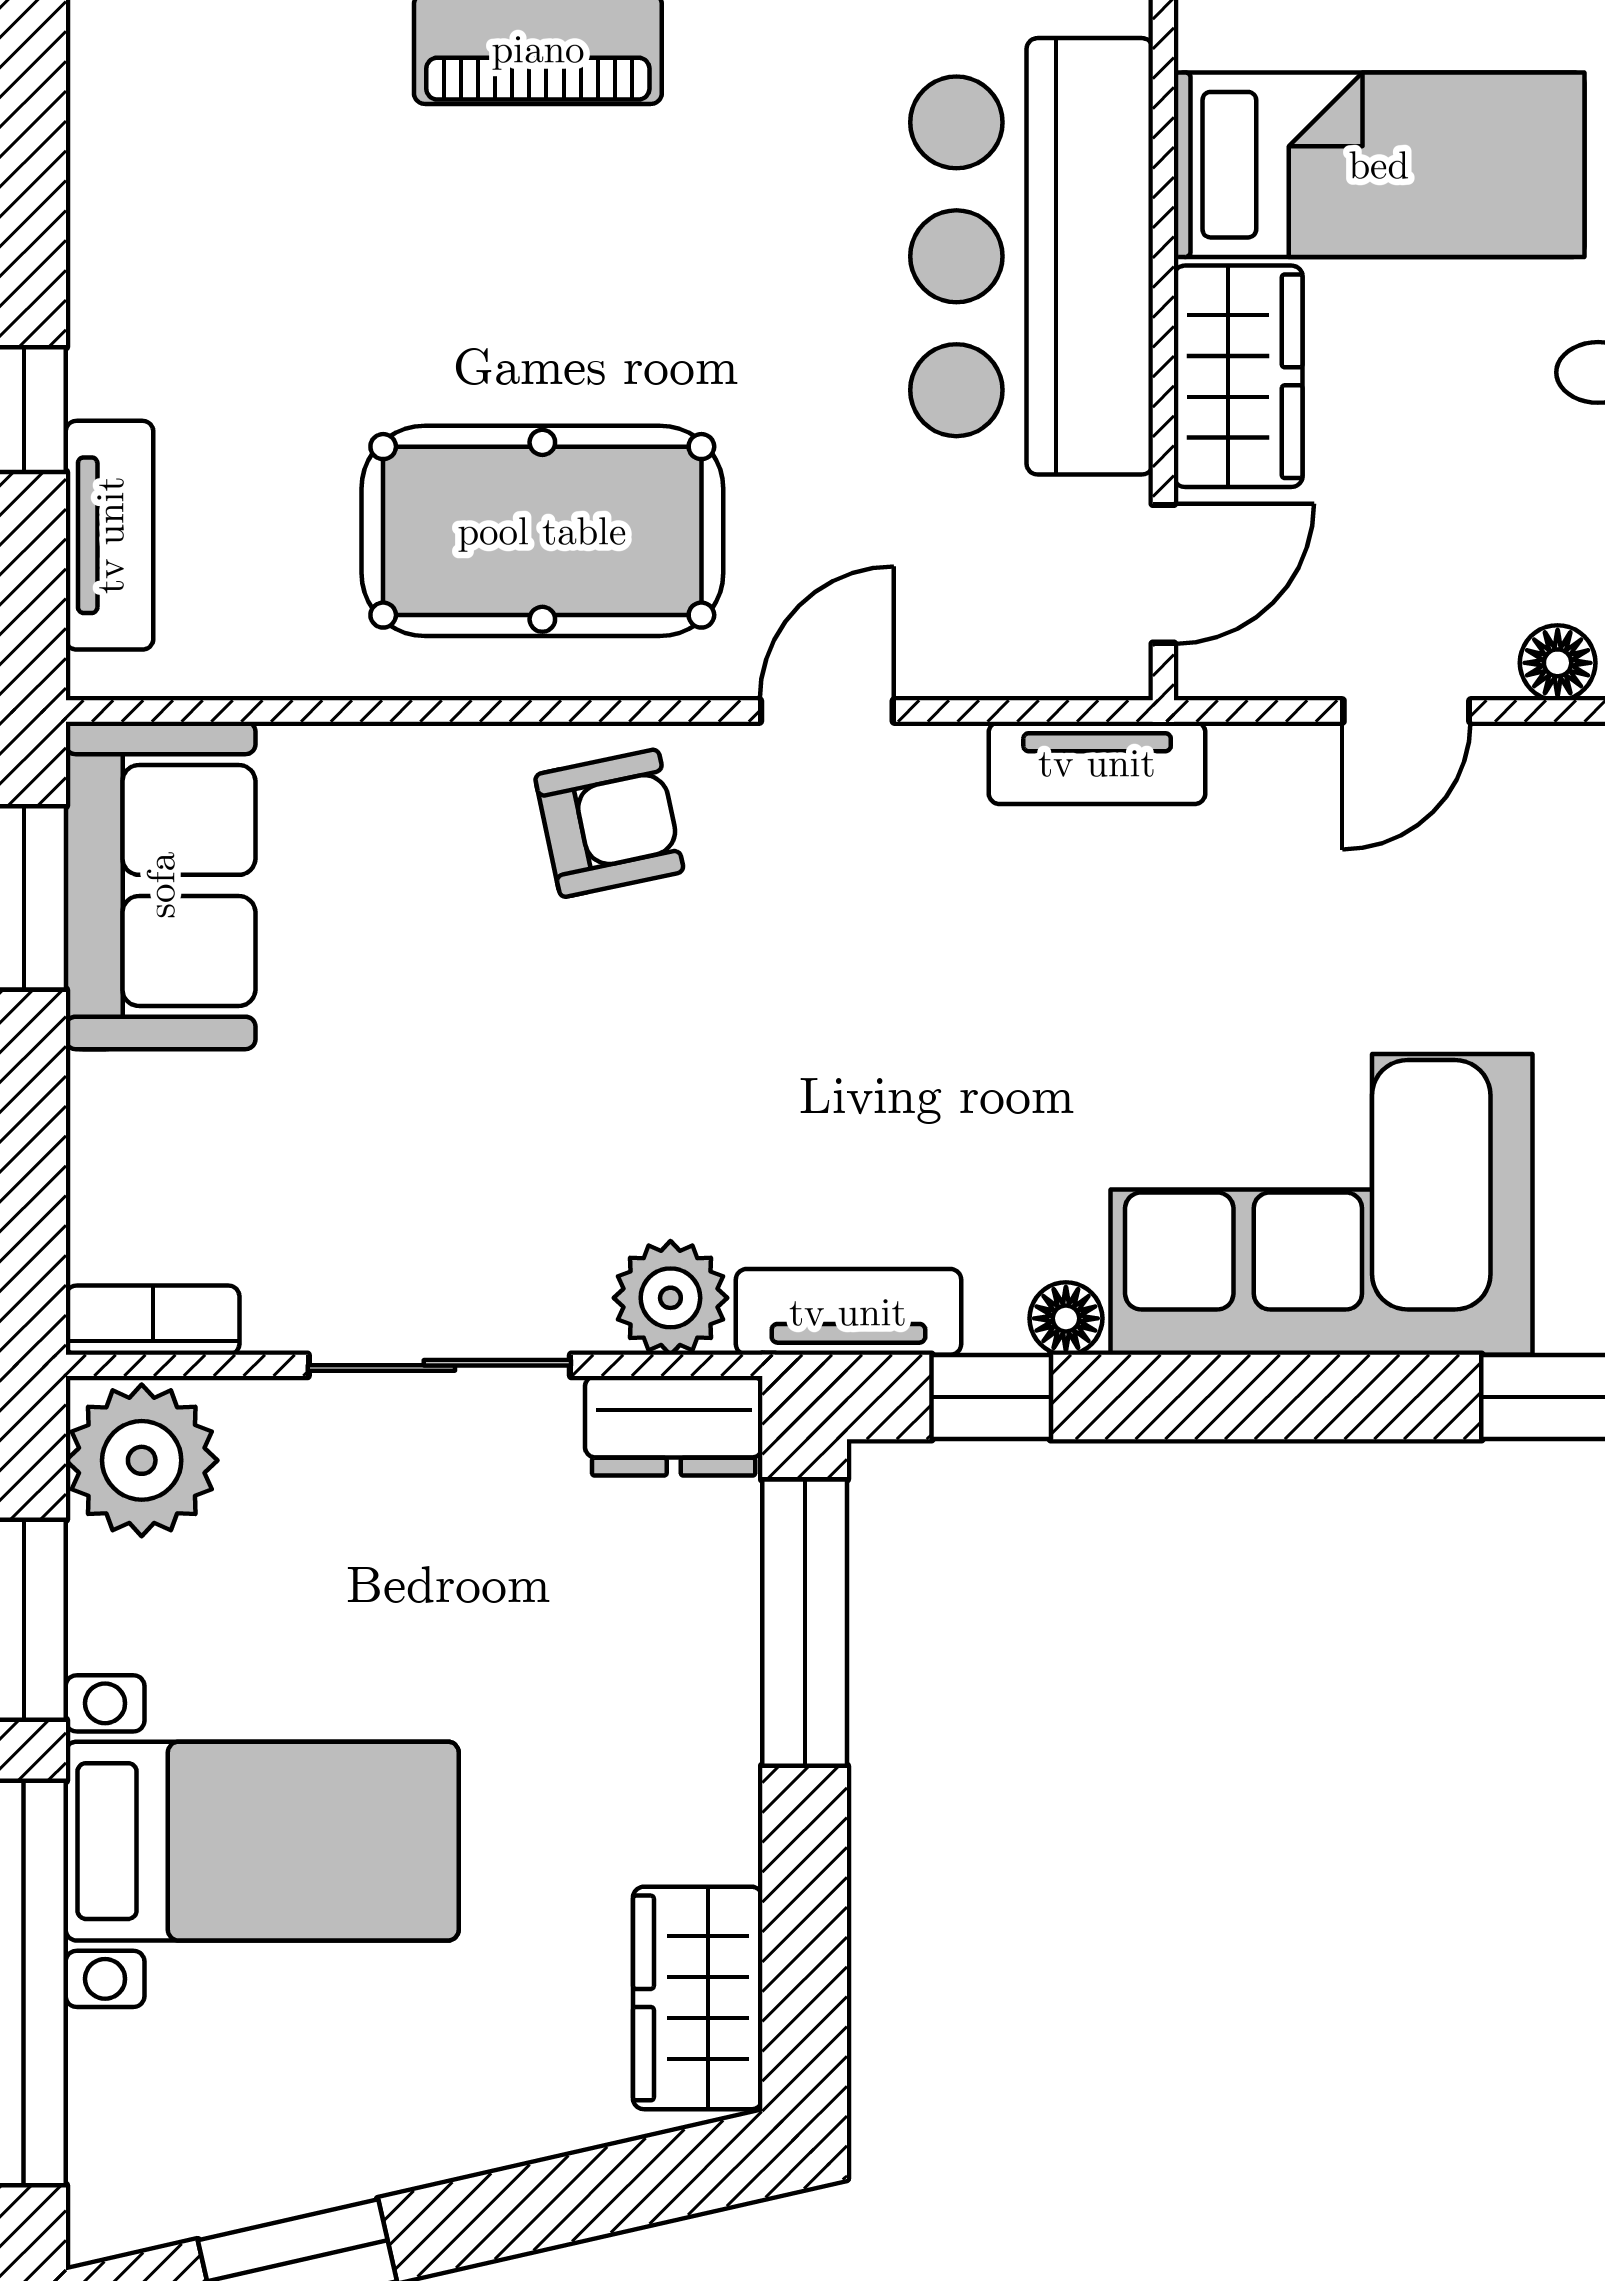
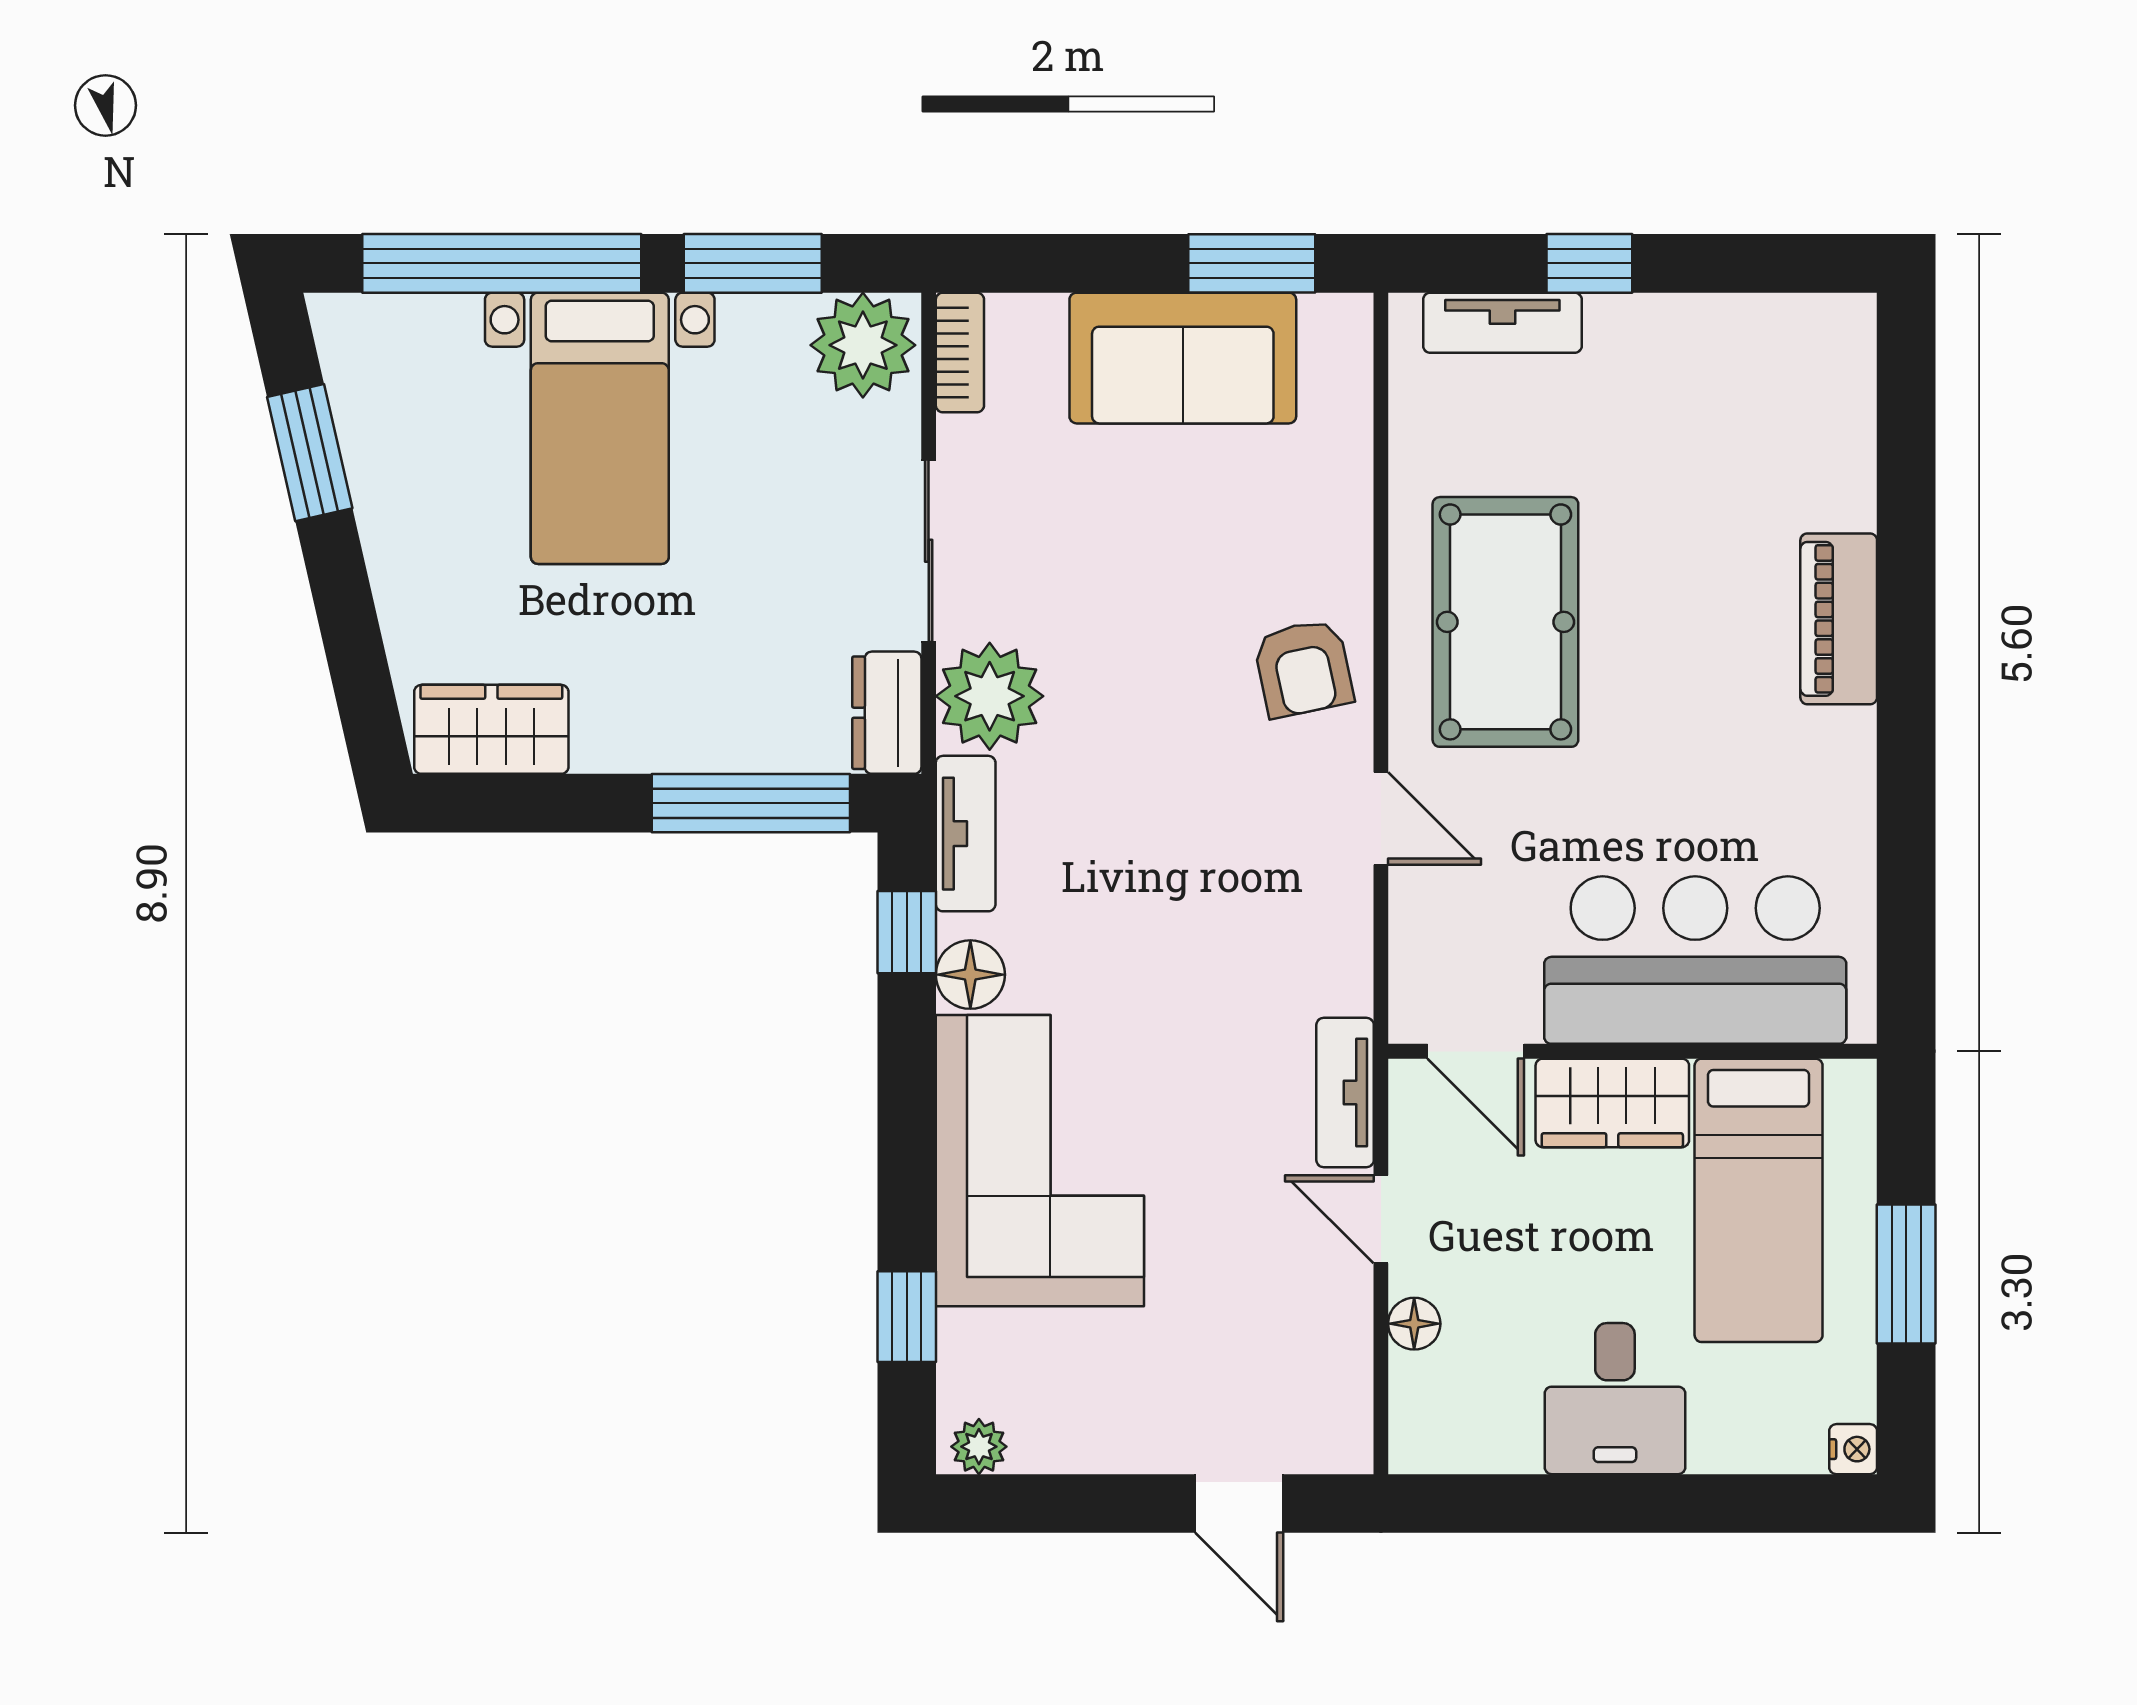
tv unit: (1097, 763) -> (1345, 1093), moved
sofa: (161, 885) -> (1183, 358), moved
plant: (670, 1298) -> (990, 696), width x1.36, depth x1.36
floor lamp: (1066, 1318) -> (970, 975), width x1.37, depth x1.37

